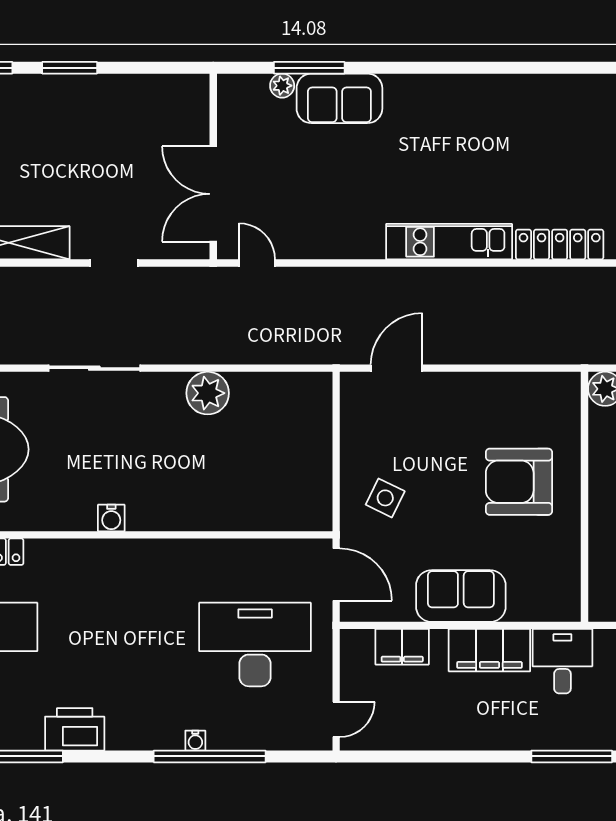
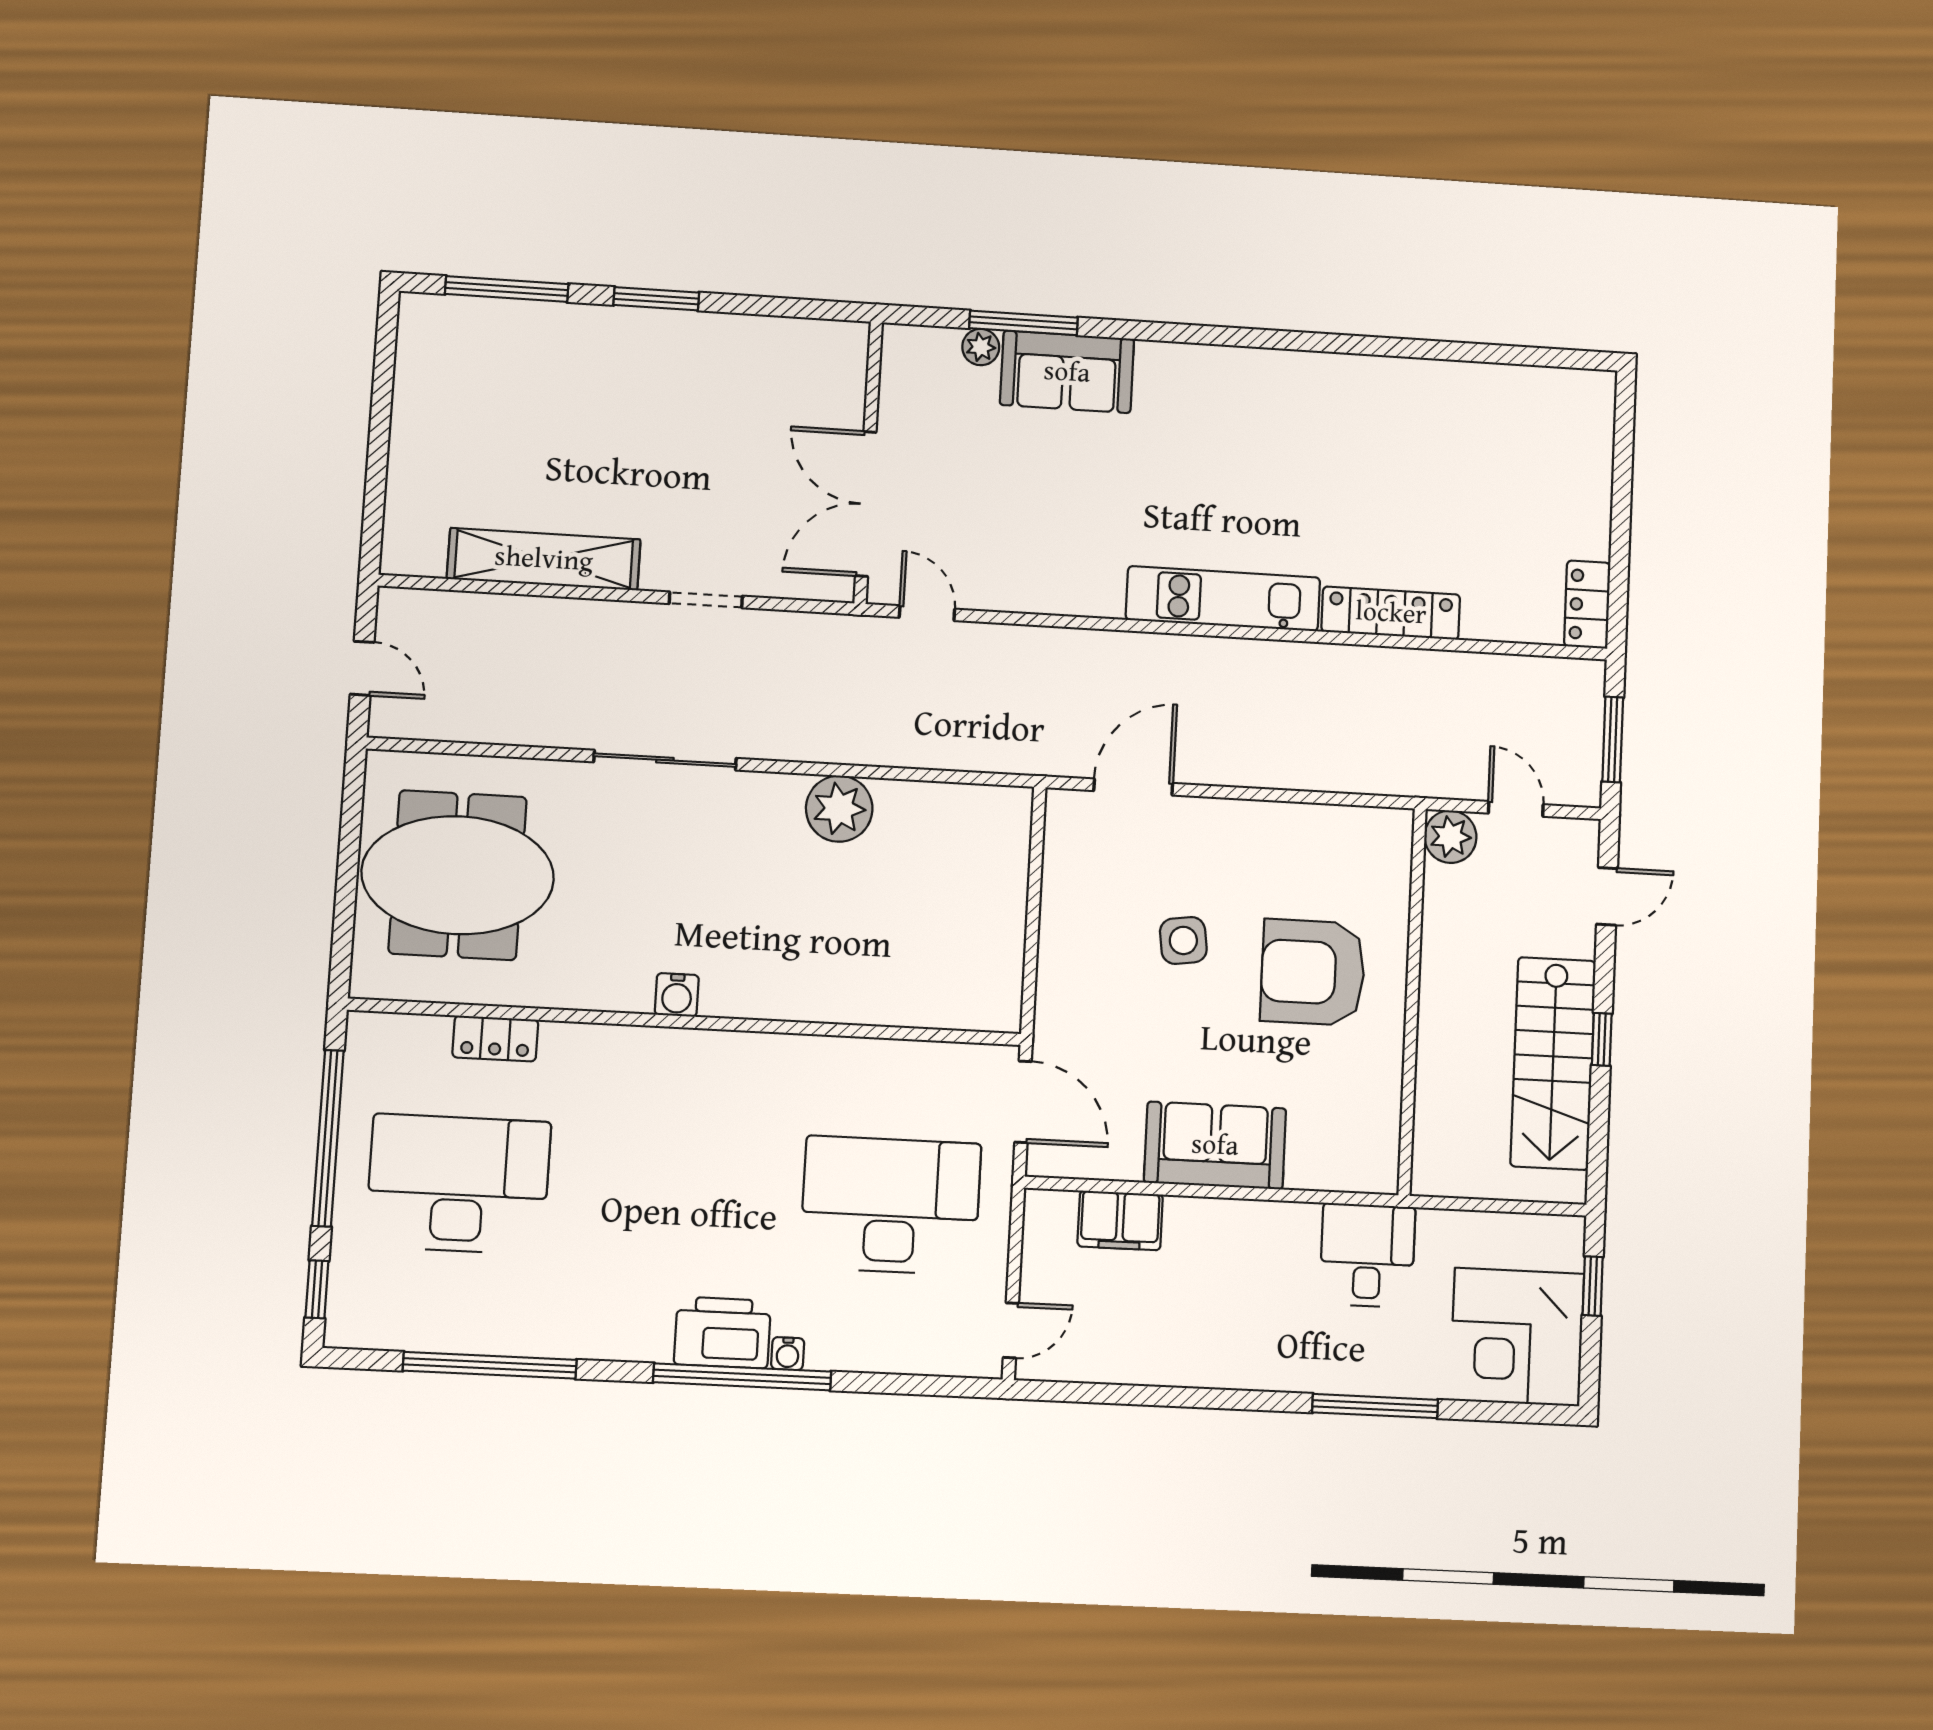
side table: (385, 498) -> (1183, 940), moved, turned -34
filing cabinet: (489, 650) -> (1255, 1232), removed
printer: (75, 729) -> (722, 1333), moved
window: (210, 756) -> (742, 1377), moved

